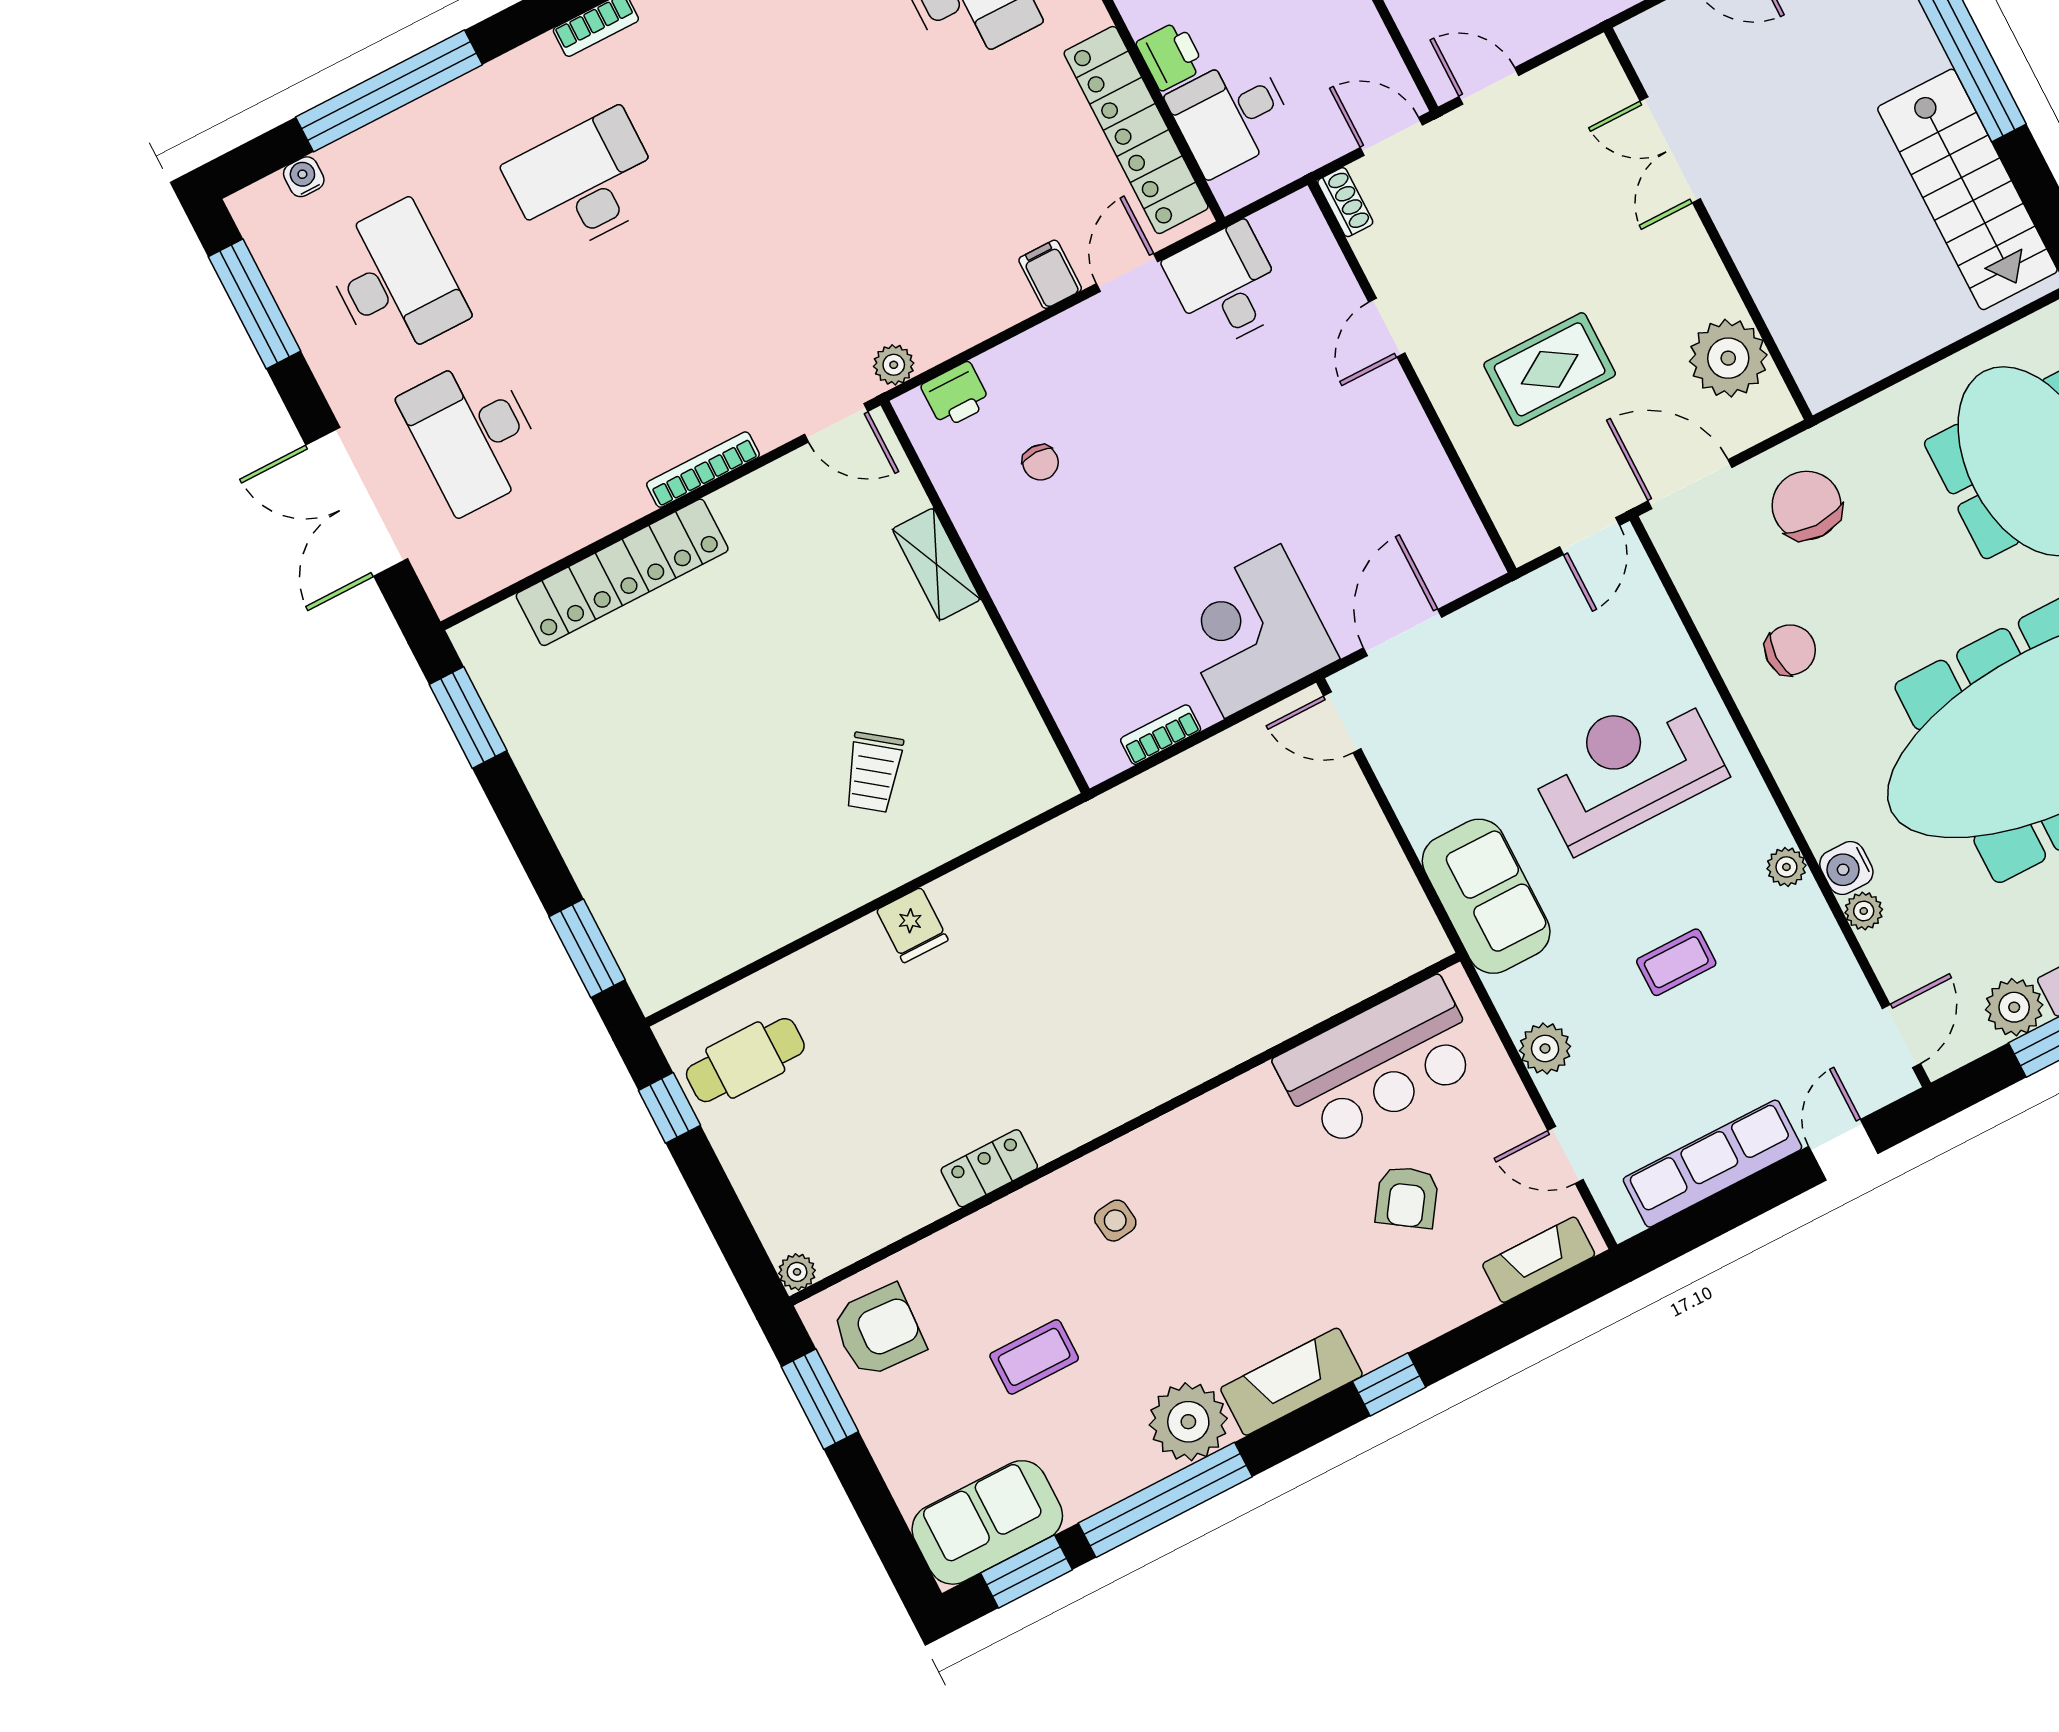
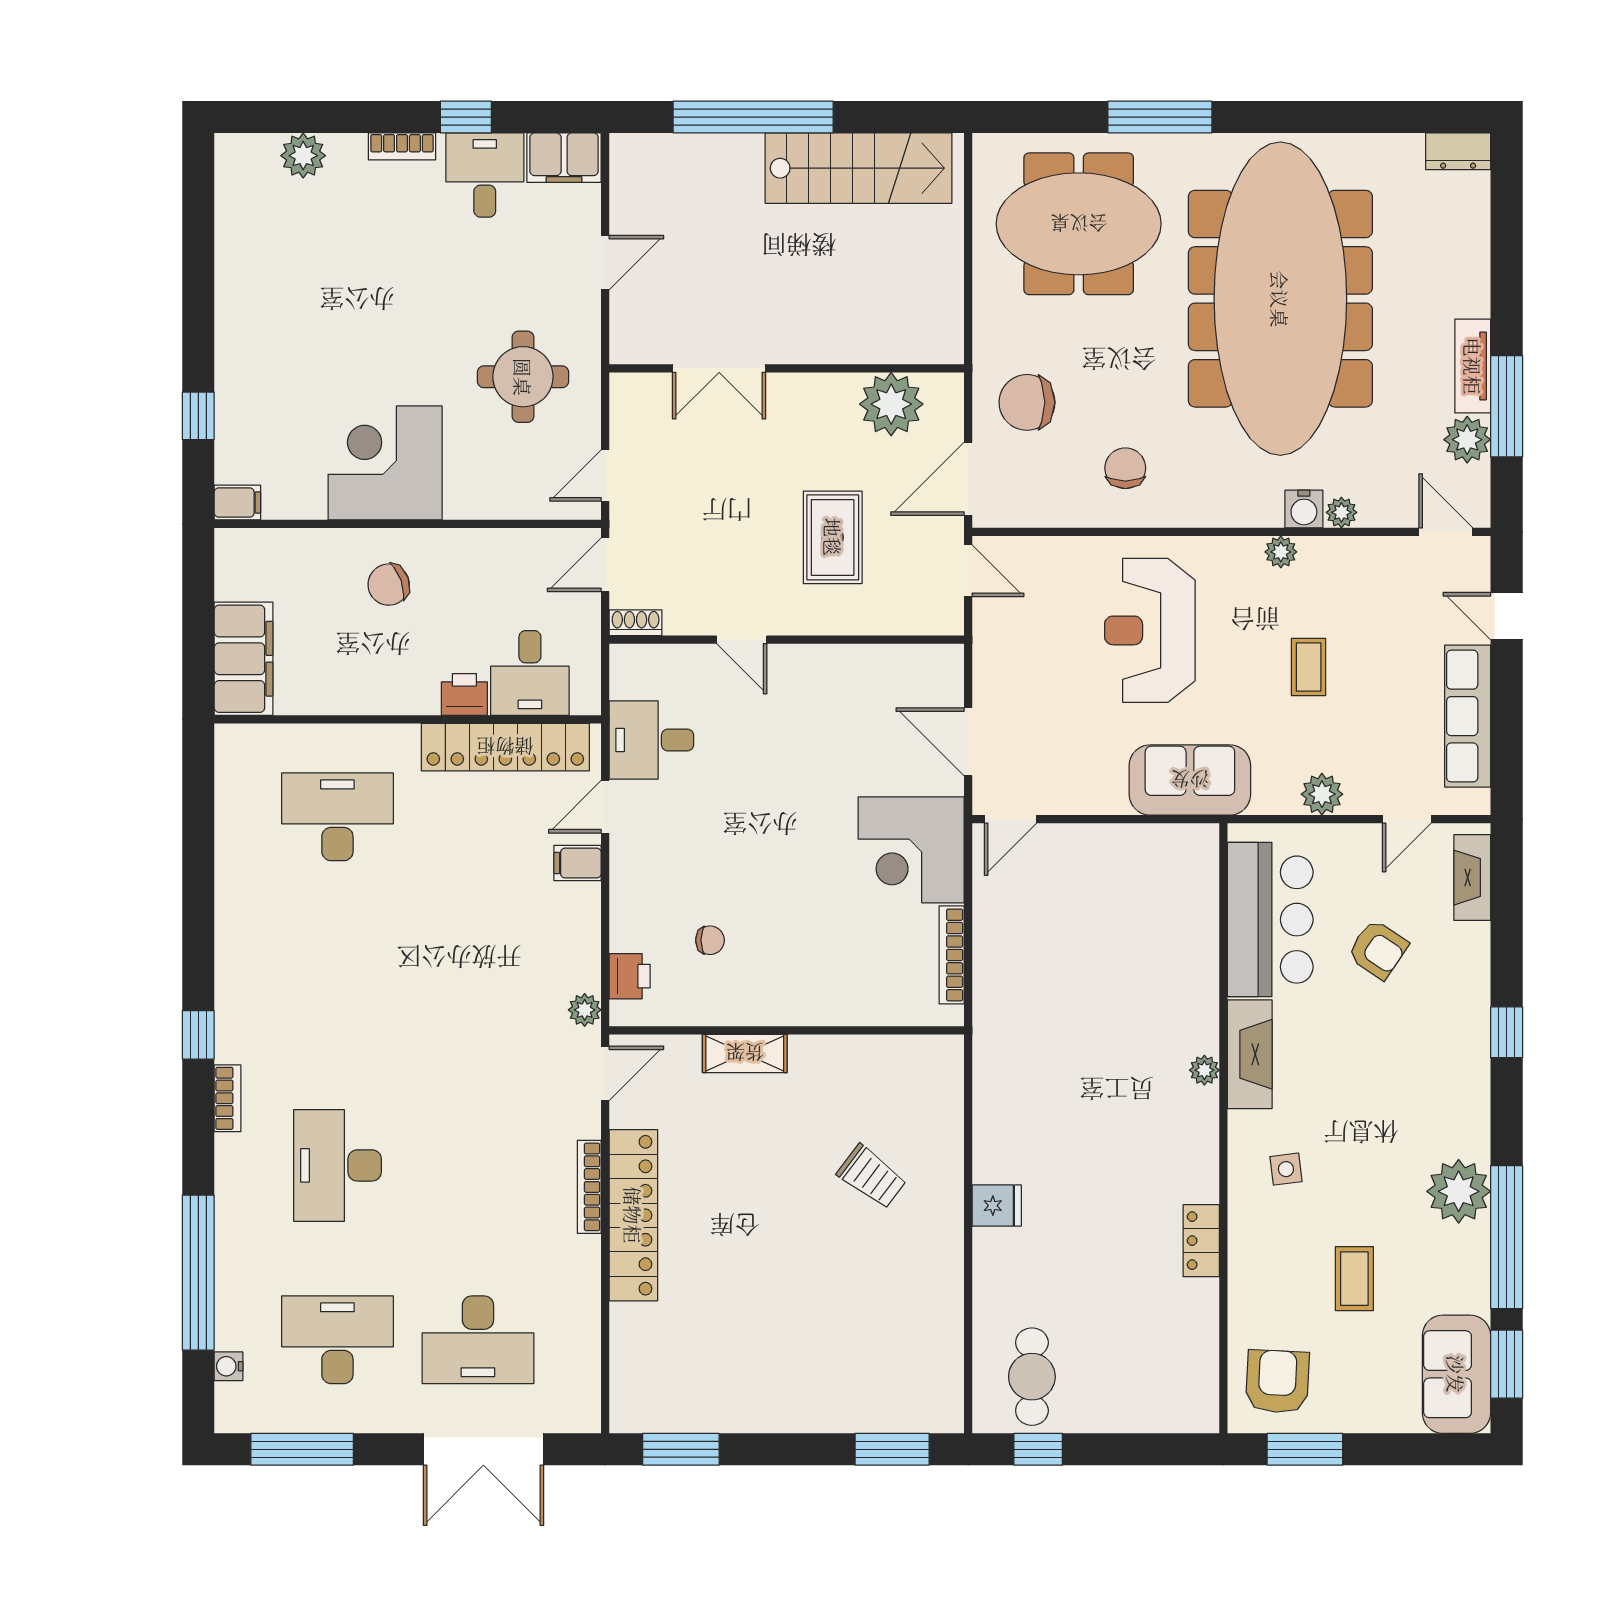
door: (1127, 273) -> (605, 807), hinge flipped
locker: (622, 572) -> (633, 1215), moved
bookcase: (1161, 735) -> (952, 955), width x1.56
plant: (797, 1272) -> (1204, 1070), moved
fireplace: (1291, 1382) -> (1250, 1054), moved, turned 180

